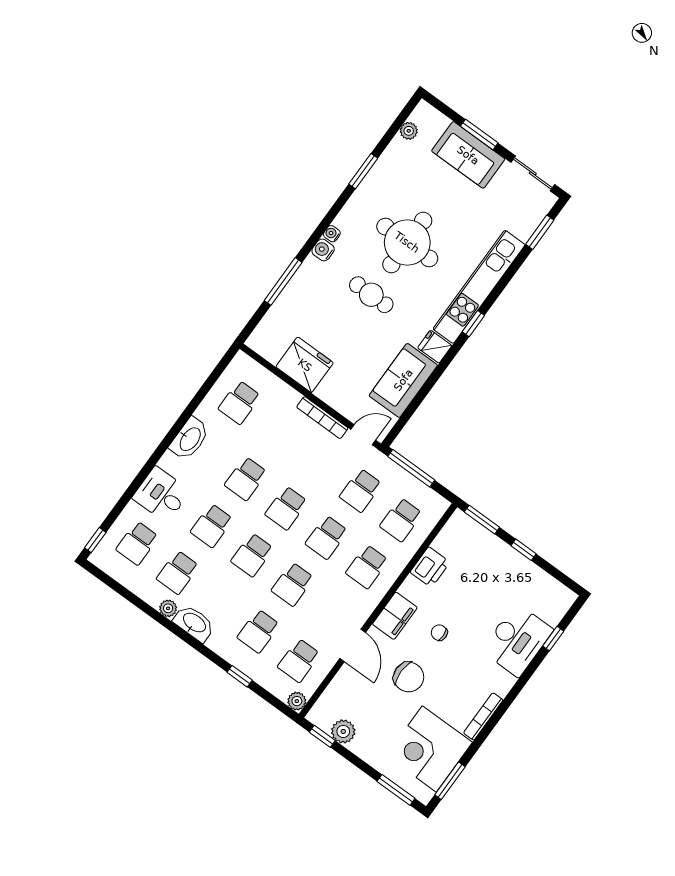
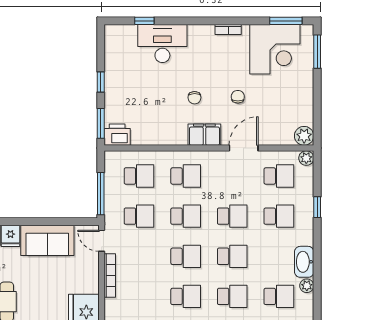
printer: (430, 567) -> (117, 135), moved
chair: (409, 677) -> (238, 97), width x0.54, depth x0.54
bookcase: (483, 716) -> (228, 29), width x0.64
plant: (343, 731) -> (304, 136), moved
window: (322, 736) -> (317, 125), removed

